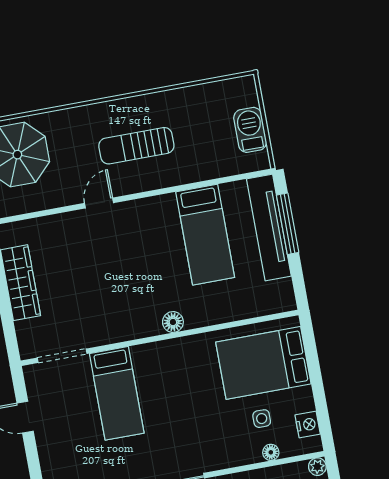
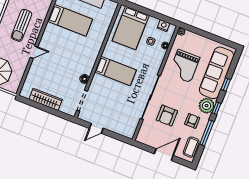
door: (99, 203) -> (34, 52), swing flipped
floor lamp: (173, 322) -> (84, 79), moved
bed: (117, 393) -> (115, 71), moved

